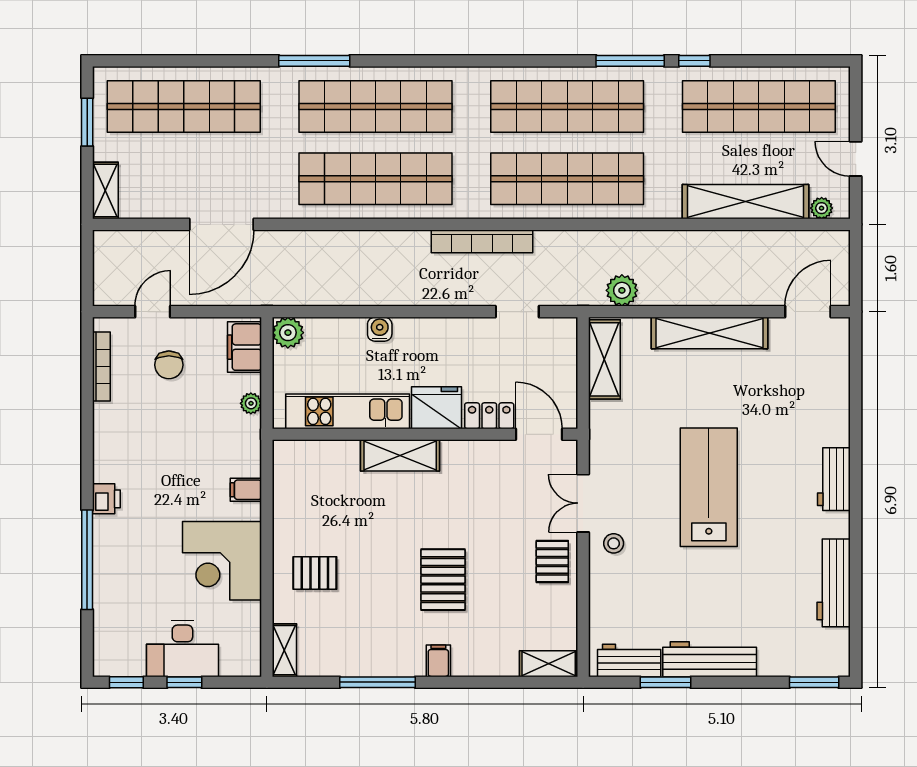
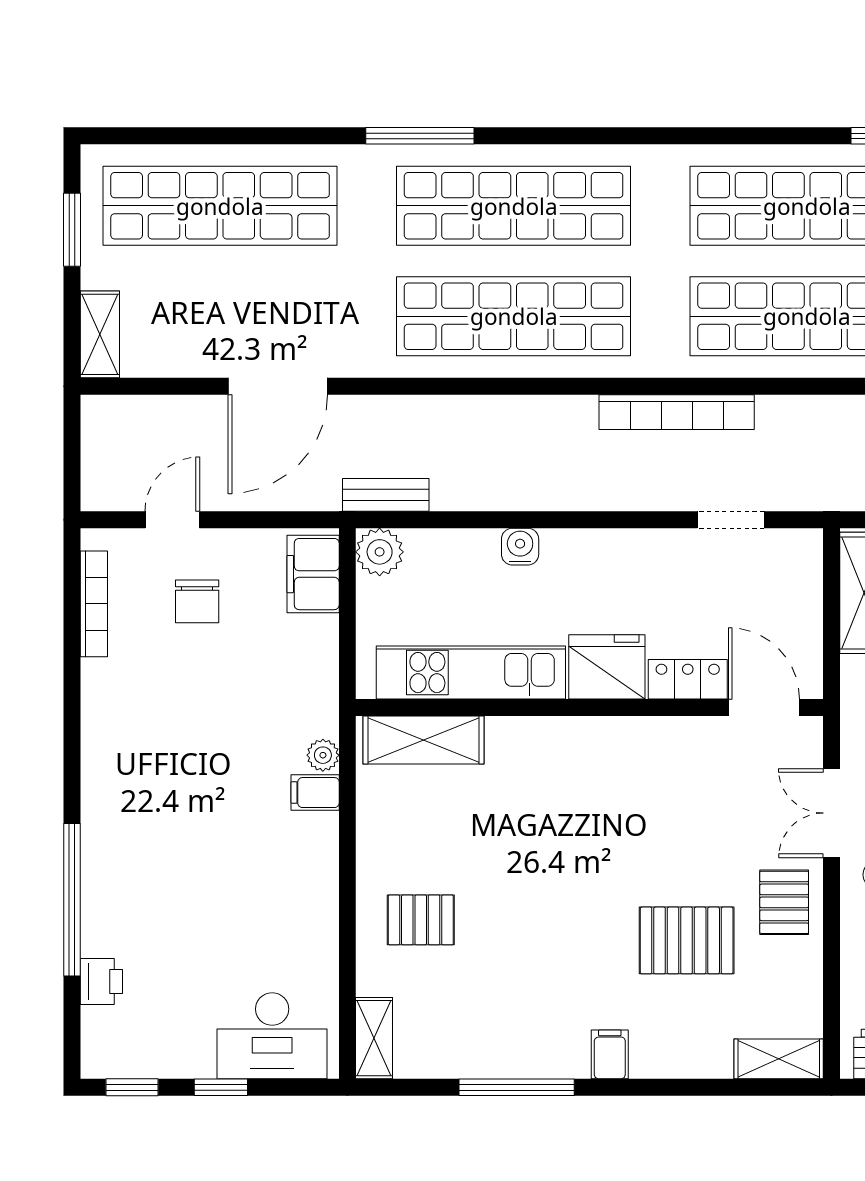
bench: (292, 295) -> (386, 495), added
plant: (251, 403) -> (323, 755), moved
shelving: (400, 455) -> (424, 740), moved
printer: (106, 499) -> (101, 982), moved
corner desk: (222, 561) -> (279, 901), removed
pallet: (443, 580) -> (687, 940), moved, turned 90
desk: (182, 649) -> (272, 1036), moved

